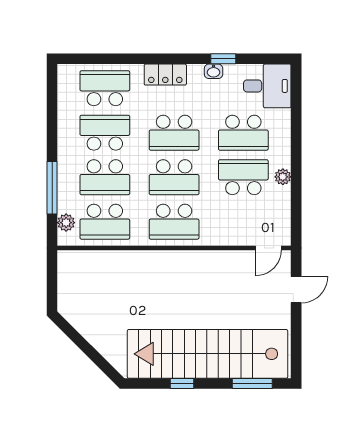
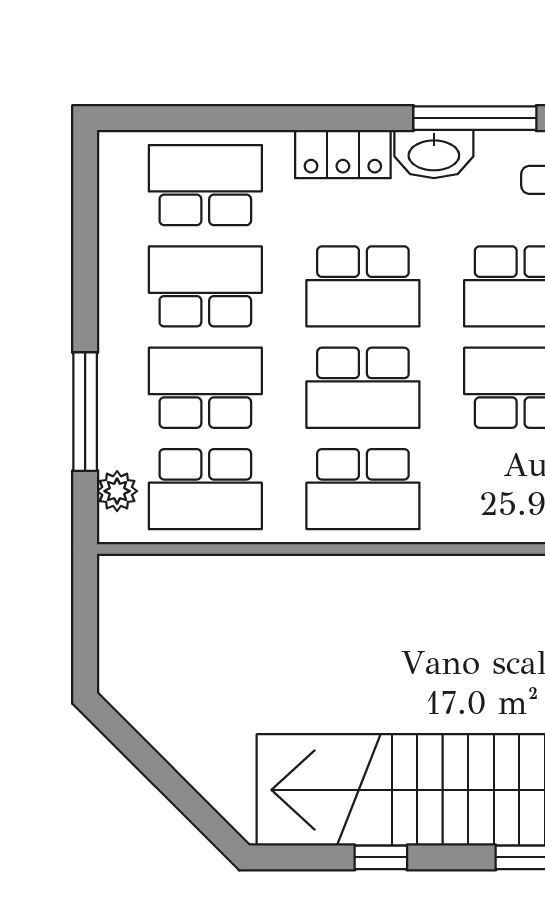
window: (223, 59) -> (475, 118), width x2.17
washbasin: (214, 71) -> (434, 154), width x1.91, depth x1.45
school desk: (105, 177) -> (205, 388), turned 180

